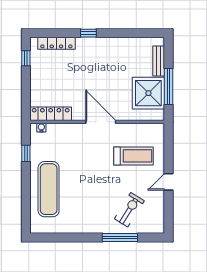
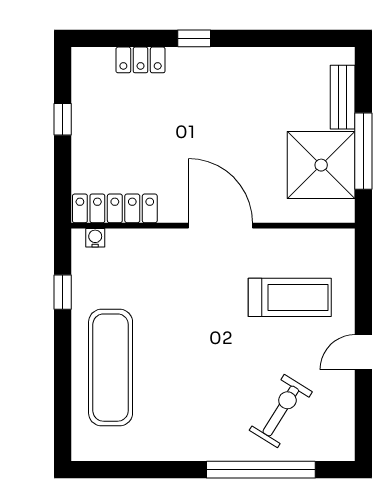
locker: (56, 43) -> (141, 60), width x0.66
window: (26, 58) -> (63, 119), moved
window: (120, 238) -> (261, 470), width x1.46

